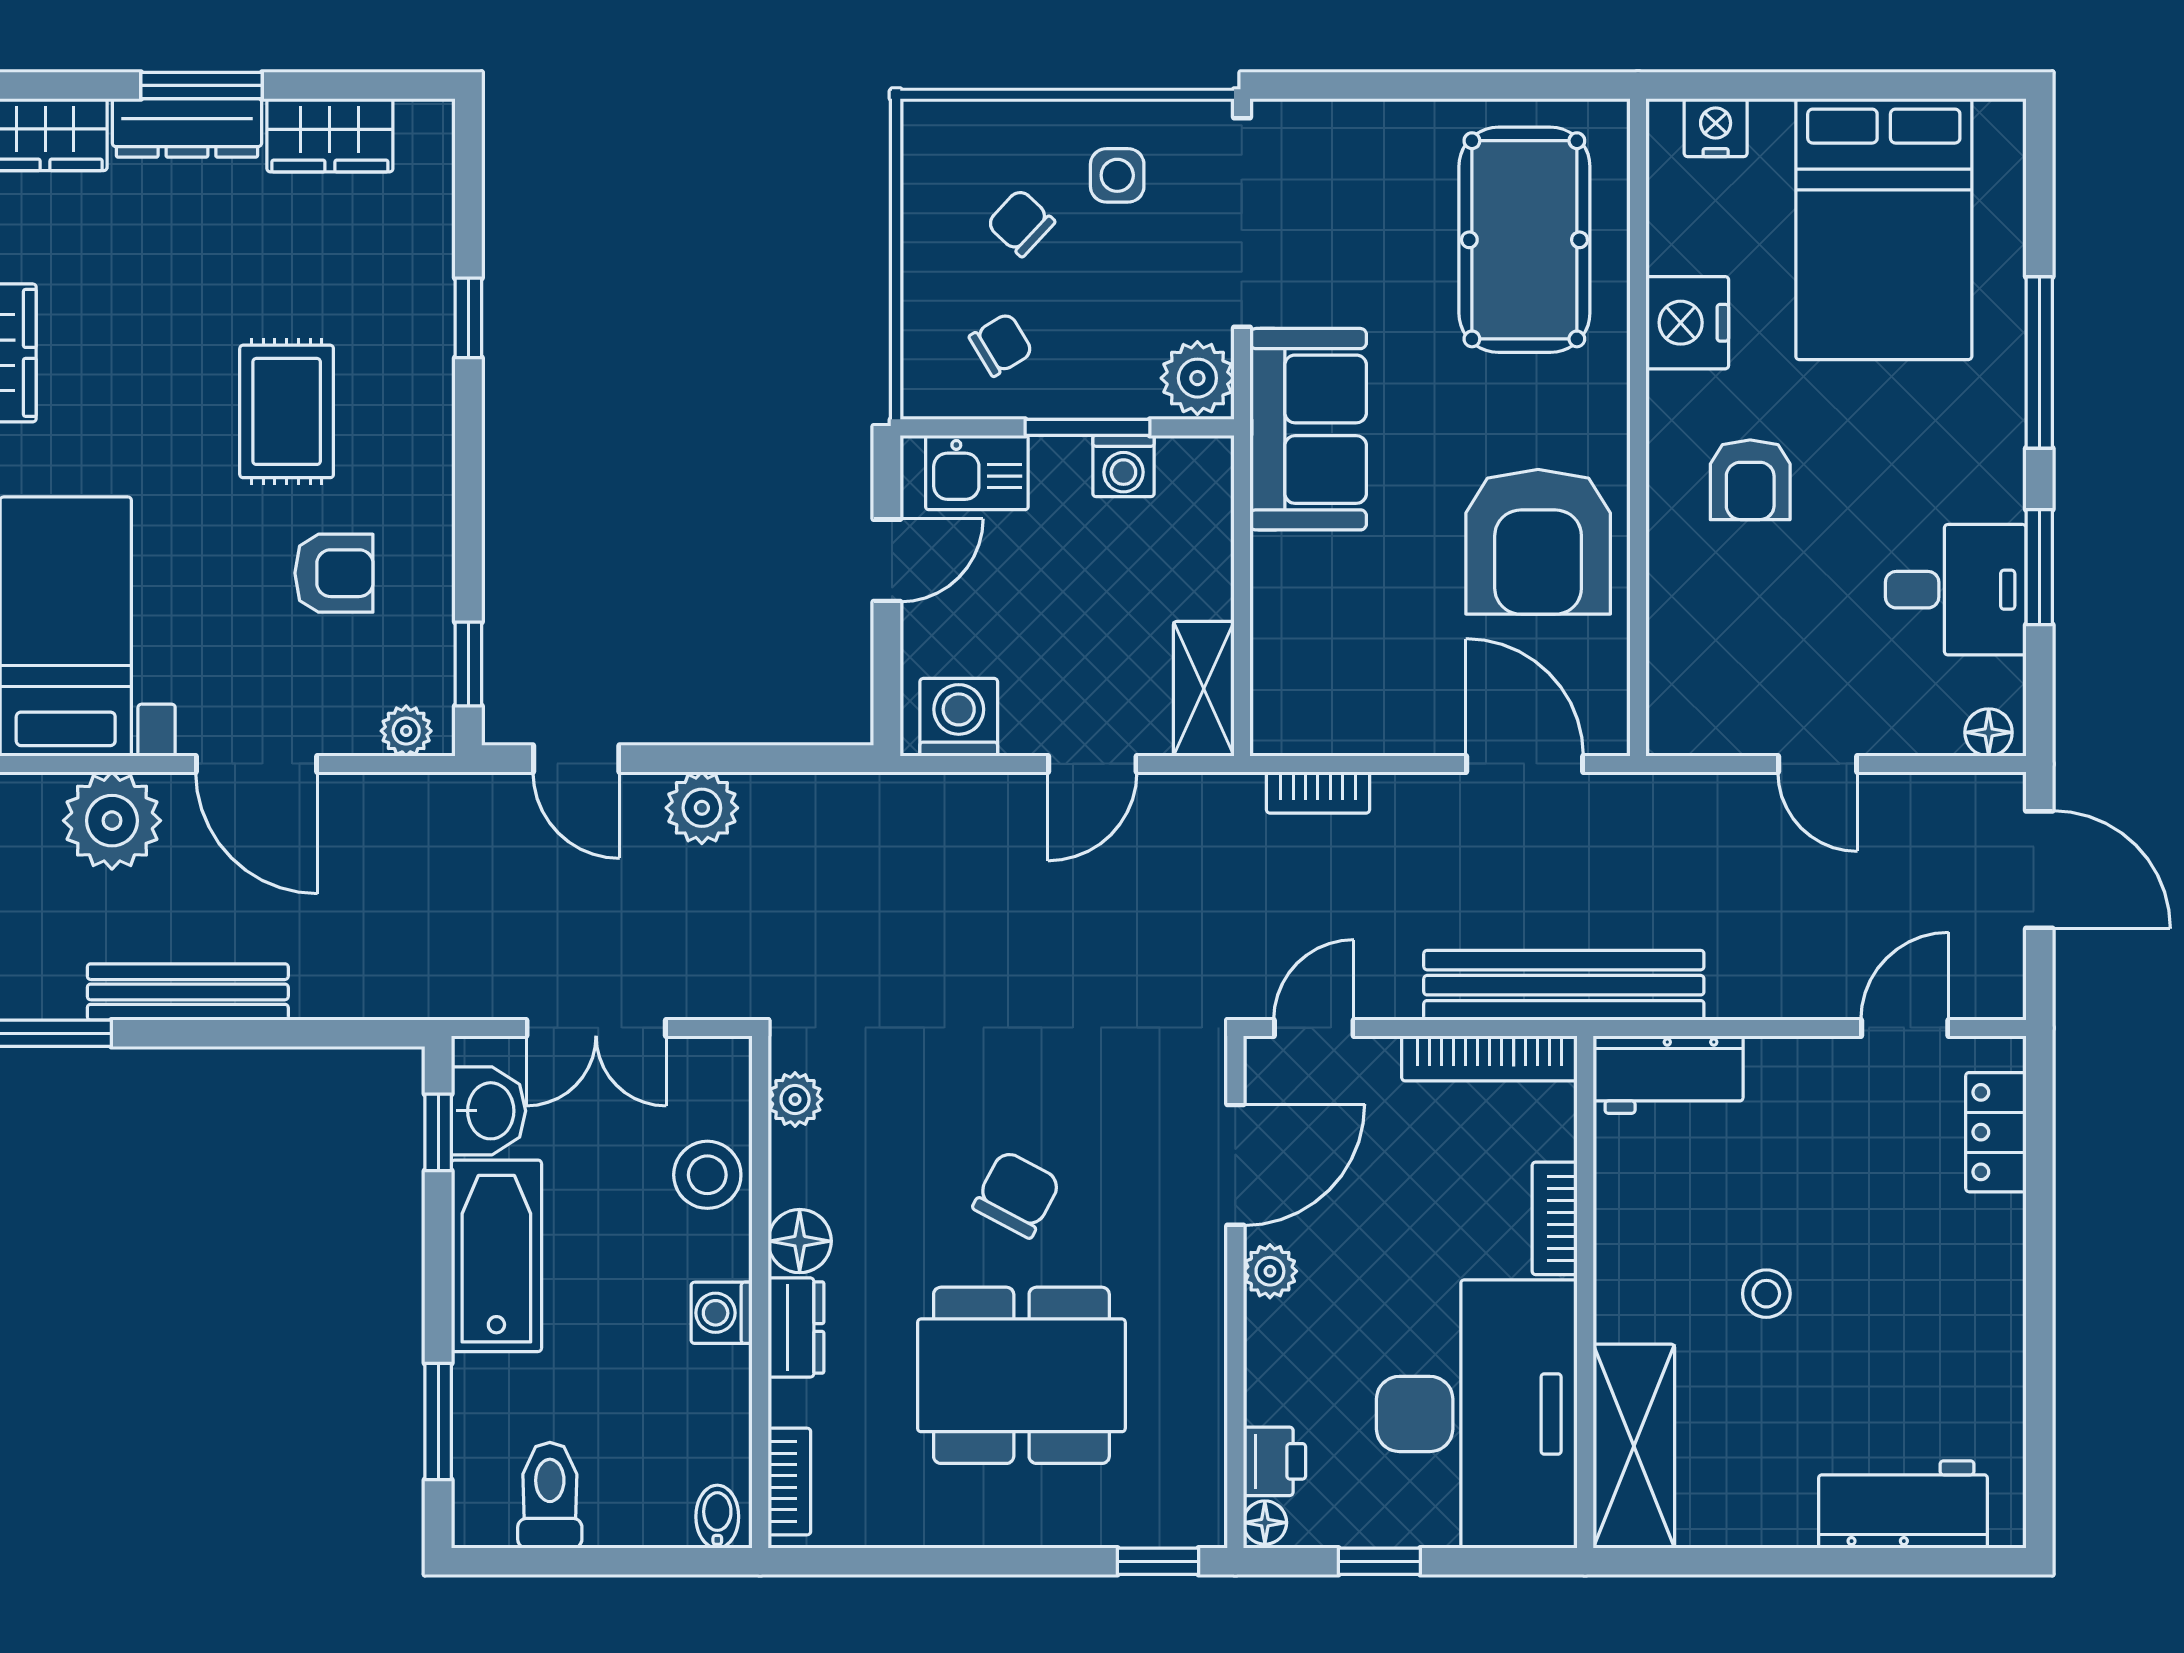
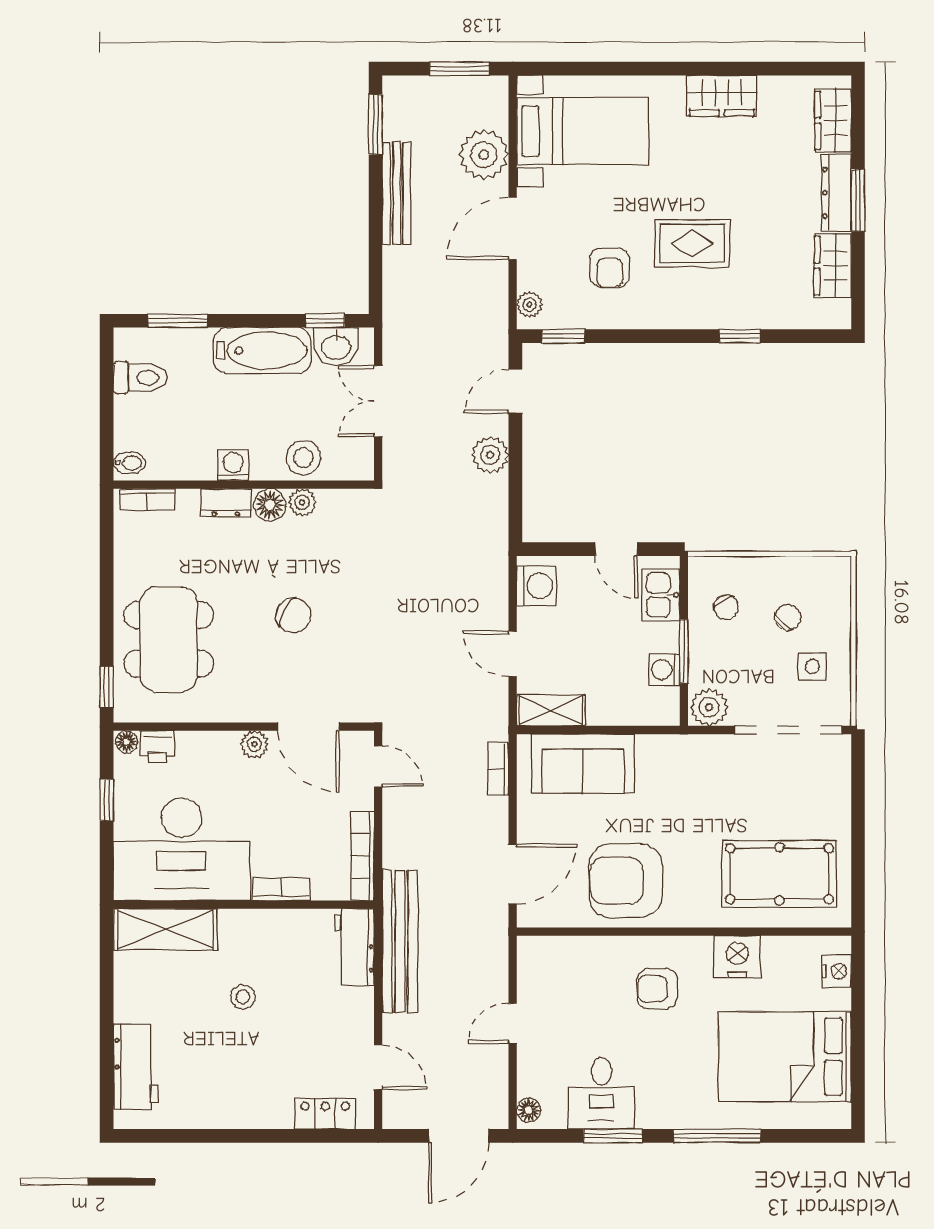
sofa: (1308, 429) -> (583, 764), moved
bench: (1564, 985) -> (400, 941), moved
plant: (795, 1099) -> (302, 502), moved
dining table: (1021, 1375) -> (169, 639), moved

